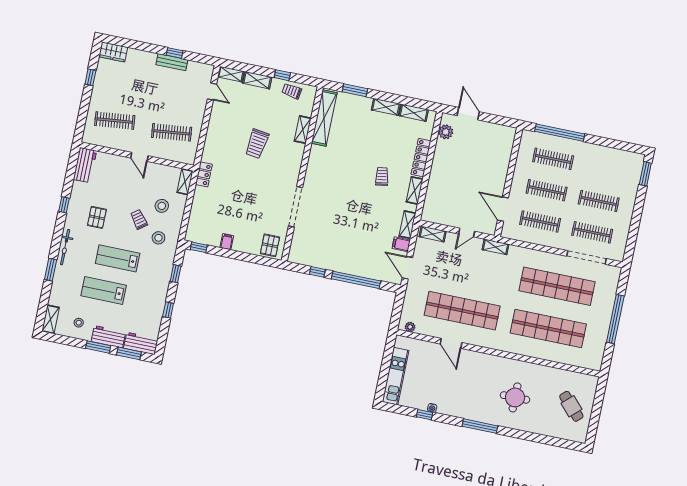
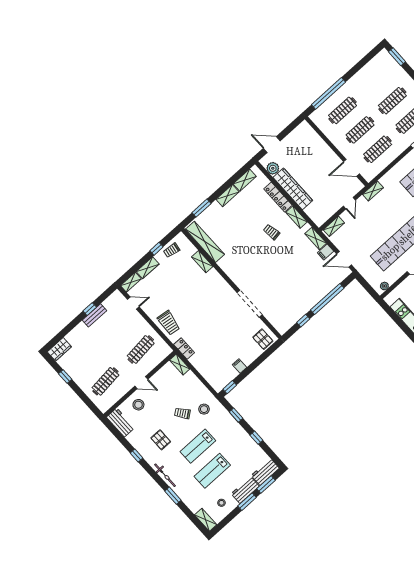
trolley: (257, 144) -> (169, 323), moved
wardrobe: (440, 167) -> (293, 189), added
stool: (162, 206) -> (138, 405), moved

